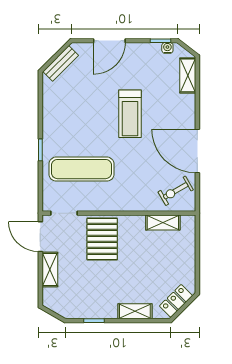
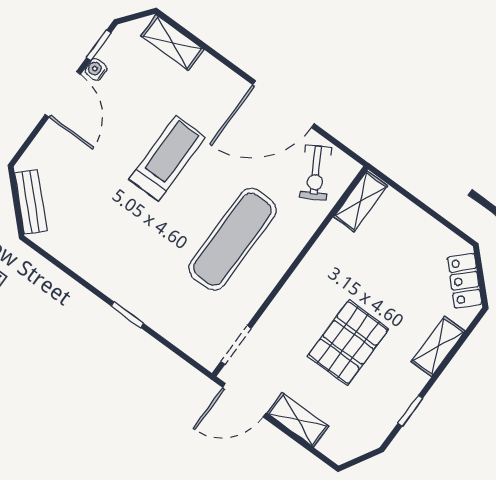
door: (109, 41) -> (63, 94), moved
water cooler: (167, 48) -> (96, 69), moved
treadmill: (130, 114) -> (167, 158), turned -90
exercise mat: (82, 169) -> (232, 239), moved
shelving: (163, 223) -> (361, 201), moved
pallet: (102, 239) -> (348, 342), moved, turned 90

